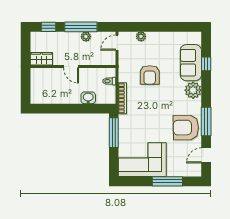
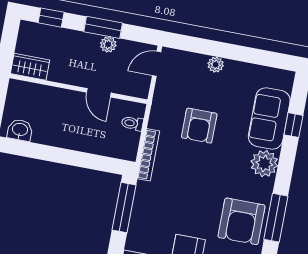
window: (81, 27) -> (103, 27), width x0.69
plant: (141, 36) -> (216, 65), moved
door: (71, 67) -> (99, 93), moved
washbasin: (88, 98) -> (20, 130), moved
armchair: (186, 128) -> (242, 221), turned -89

